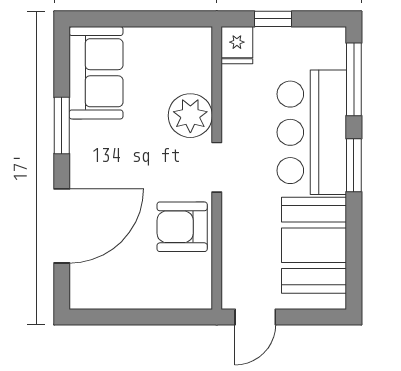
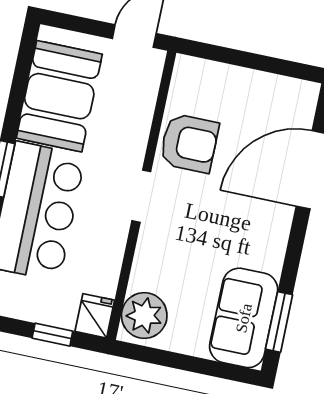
plant: (190, 116) -> (144, 316), moved
window: (62, 125) -> (279, 322), moved

